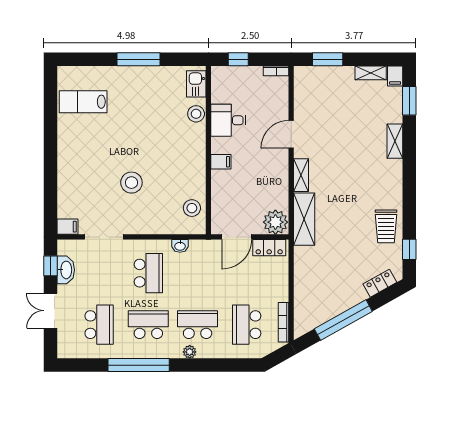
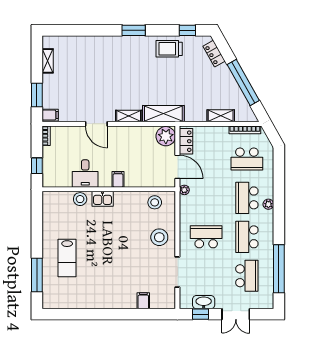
window: (138, 59) -> (37, 275), moved
filing cabinet: (395, 76) -> (50, 115), moved
kitchen sink: (196, 84) -> (103, 199), moved
window: (409, 101) -> (134, 30), moved
lab bench: (83, 102) -> (67, 258), moved
shelving: (395, 141) -> (221, 116), moved
stool: (131, 183) -> (159, 237), moved
trolley: (386, 226) -> (169, 49), turned 180
filing cabinet: (68, 227) -> (143, 301), moved
washbasin: (180, 246) -> (185, 212), removed
plant: (208, 246) -> (184, 190), added
school desk: (99, 325) -> (247, 276), turned 90
window: (139, 365) -> (279, 269), moved

